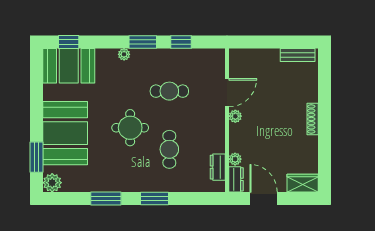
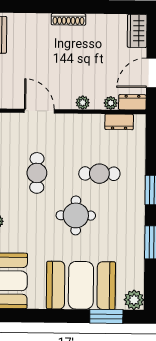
plant: (235, 116) -> (83, 103), moved

